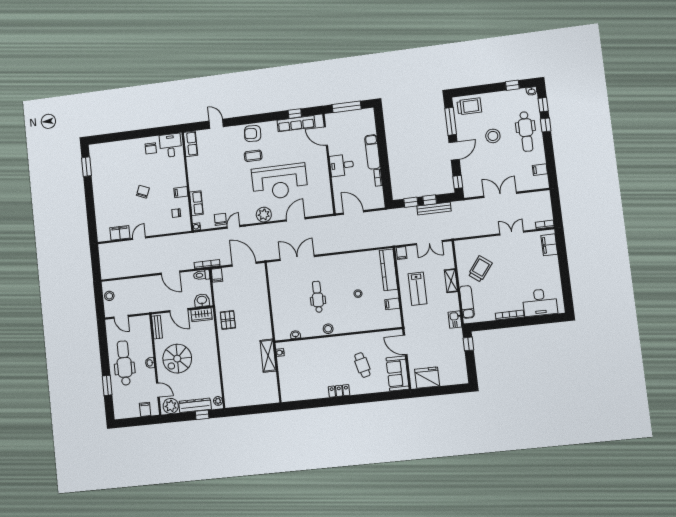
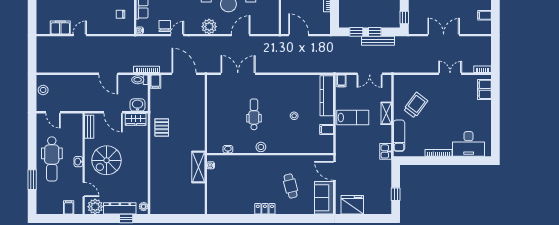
lab bench: (417, 289) -> (353, 117), turned -90
window: (468, 344) -> (396, 194), moved
dental chair: (124, 363) -> (52, 159), turned 180

